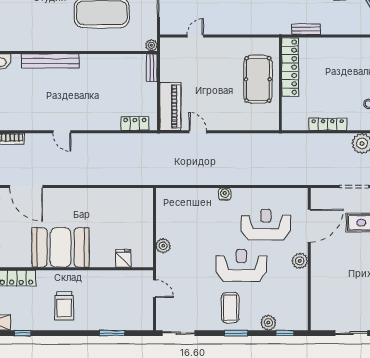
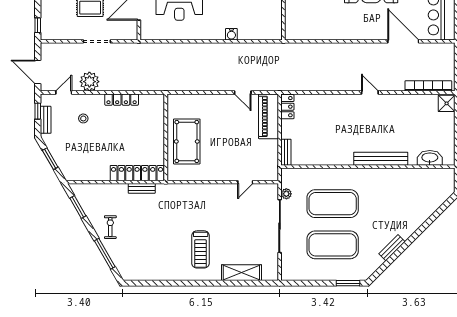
plant: (151, 45) -> (286, 194), moved
locker: (290, 67) -> (137, 173), moved, turned 90
locker: (135, 123) -> (287, 107), moved, turned -90
water cooler: (225, 194) -> (231, 34), moved

